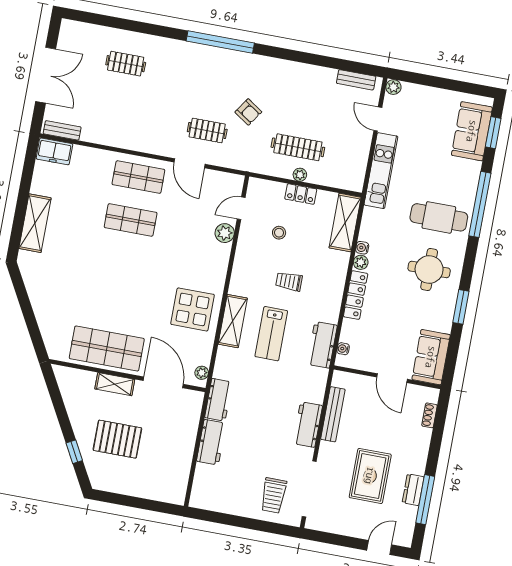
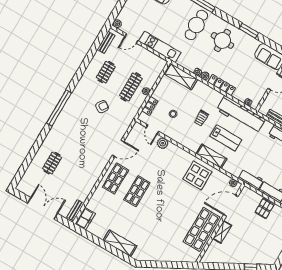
clothes rail: (207, 130) -> (106, 72), moved
locker: (301, 194) -> (150, 106), moved
workbench: (322, 345) -> (241, 115), width x1.88, depth x1.32
pallet: (117, 439) -> (265, 208), moved, width x0.67, depth x0.71

